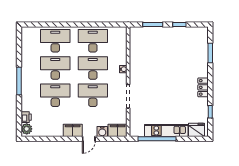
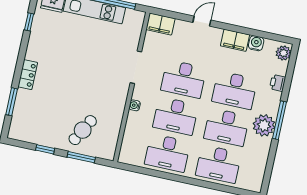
cafe table: (156, 44) -> (83, 130), added
plant: (29, 75) -> (264, 125), added
locker: (203, 87) -> (28, 75), moved
printer: (26, 117) -> (278, 83), moved
filing cabinet: (73, 130) -> (235, 40), moved
water cooler: (102, 132) -> (256, 43), moved

